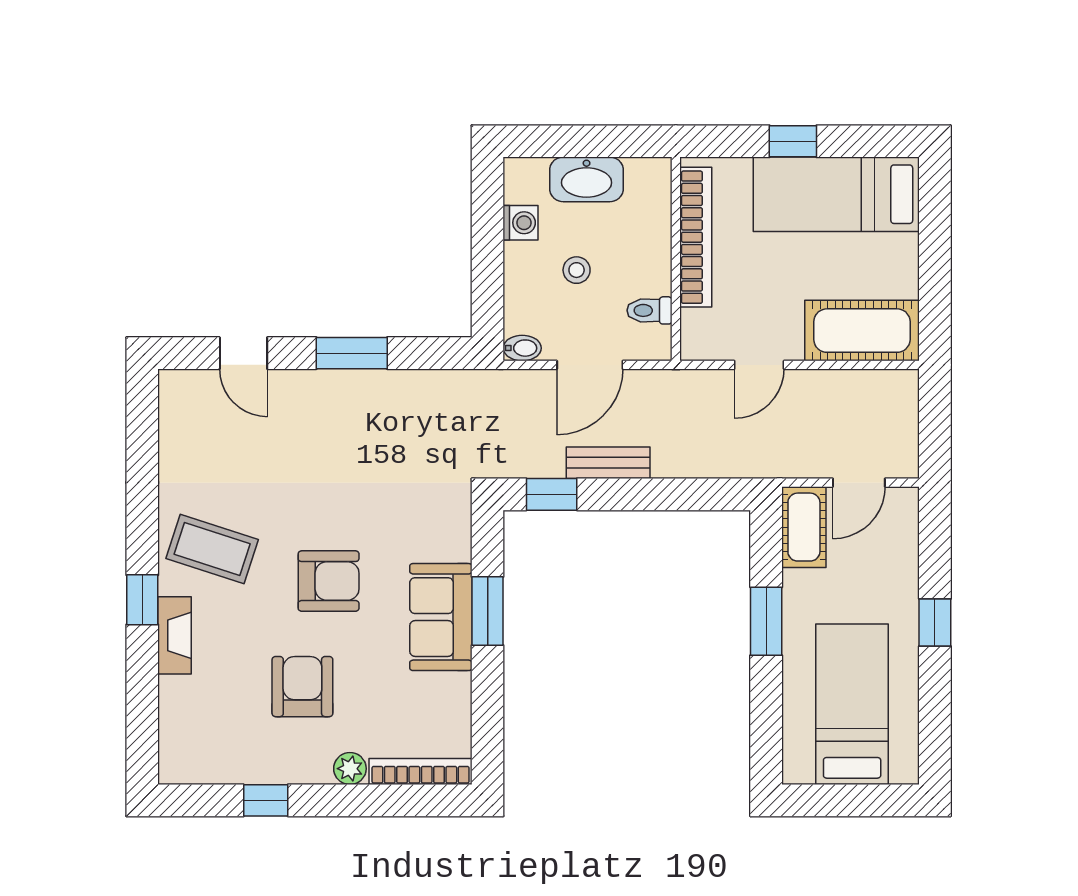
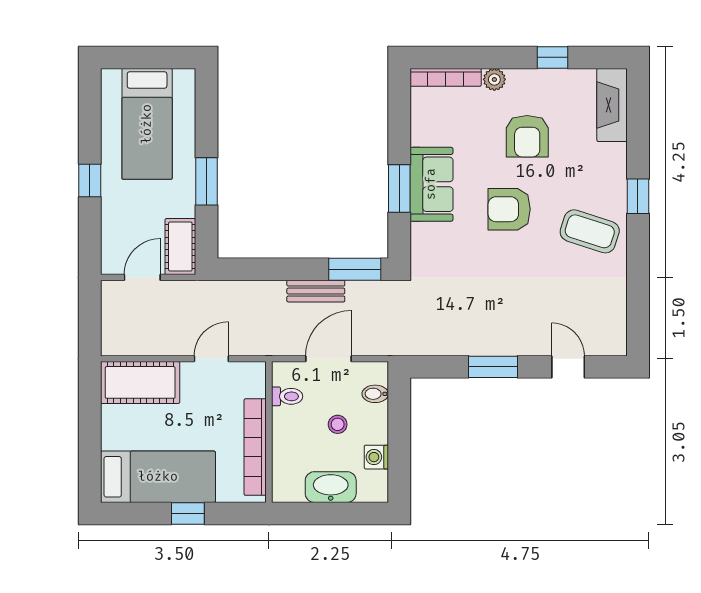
bidet: (522, 348) -> (375, 394), moved
window: (552, 494) -> (355, 269), width x1.50
fireplace: (174, 635) -> (612, 105), moved, width x1.37, depth x1.32

